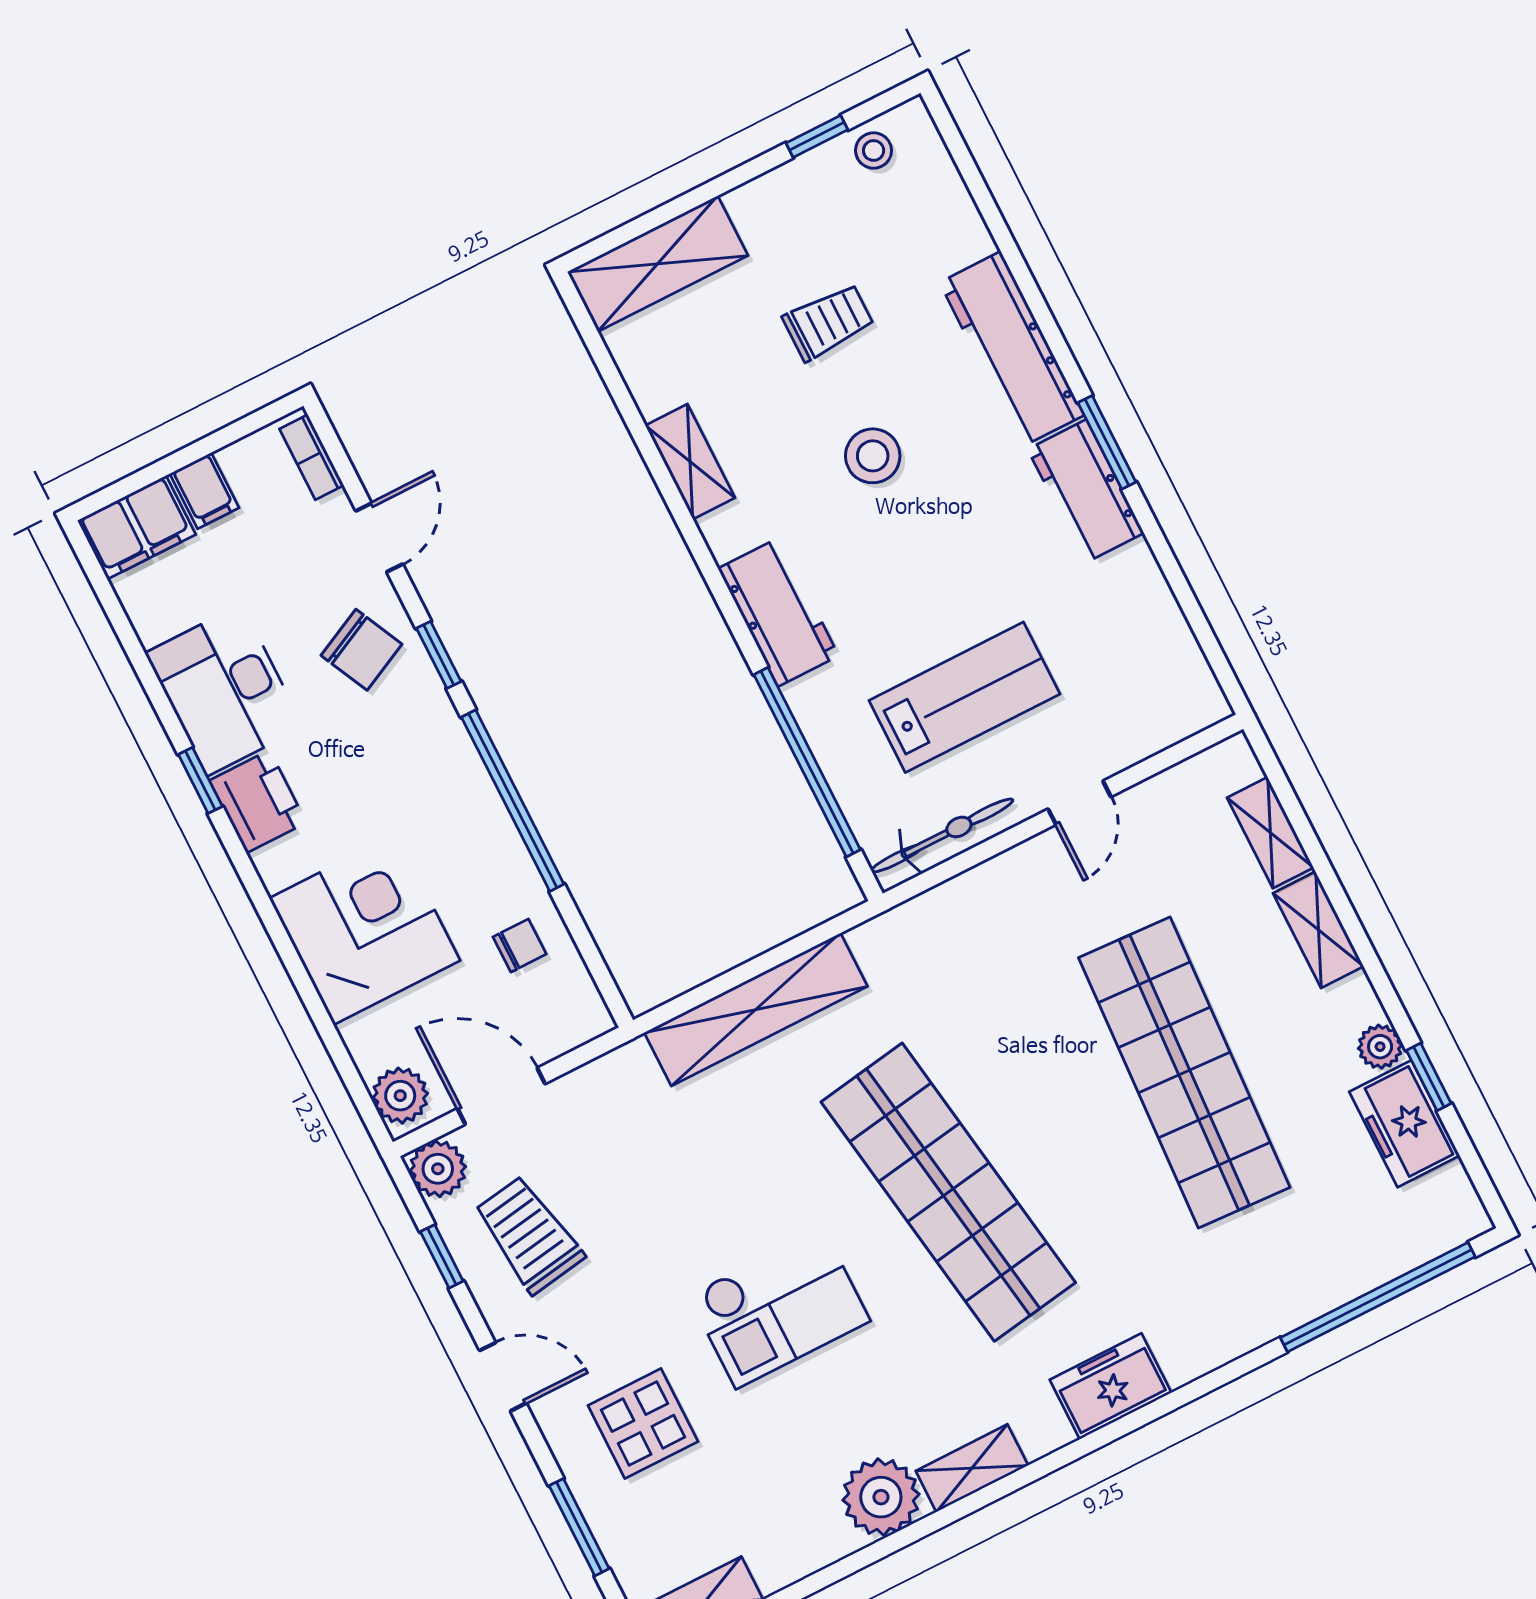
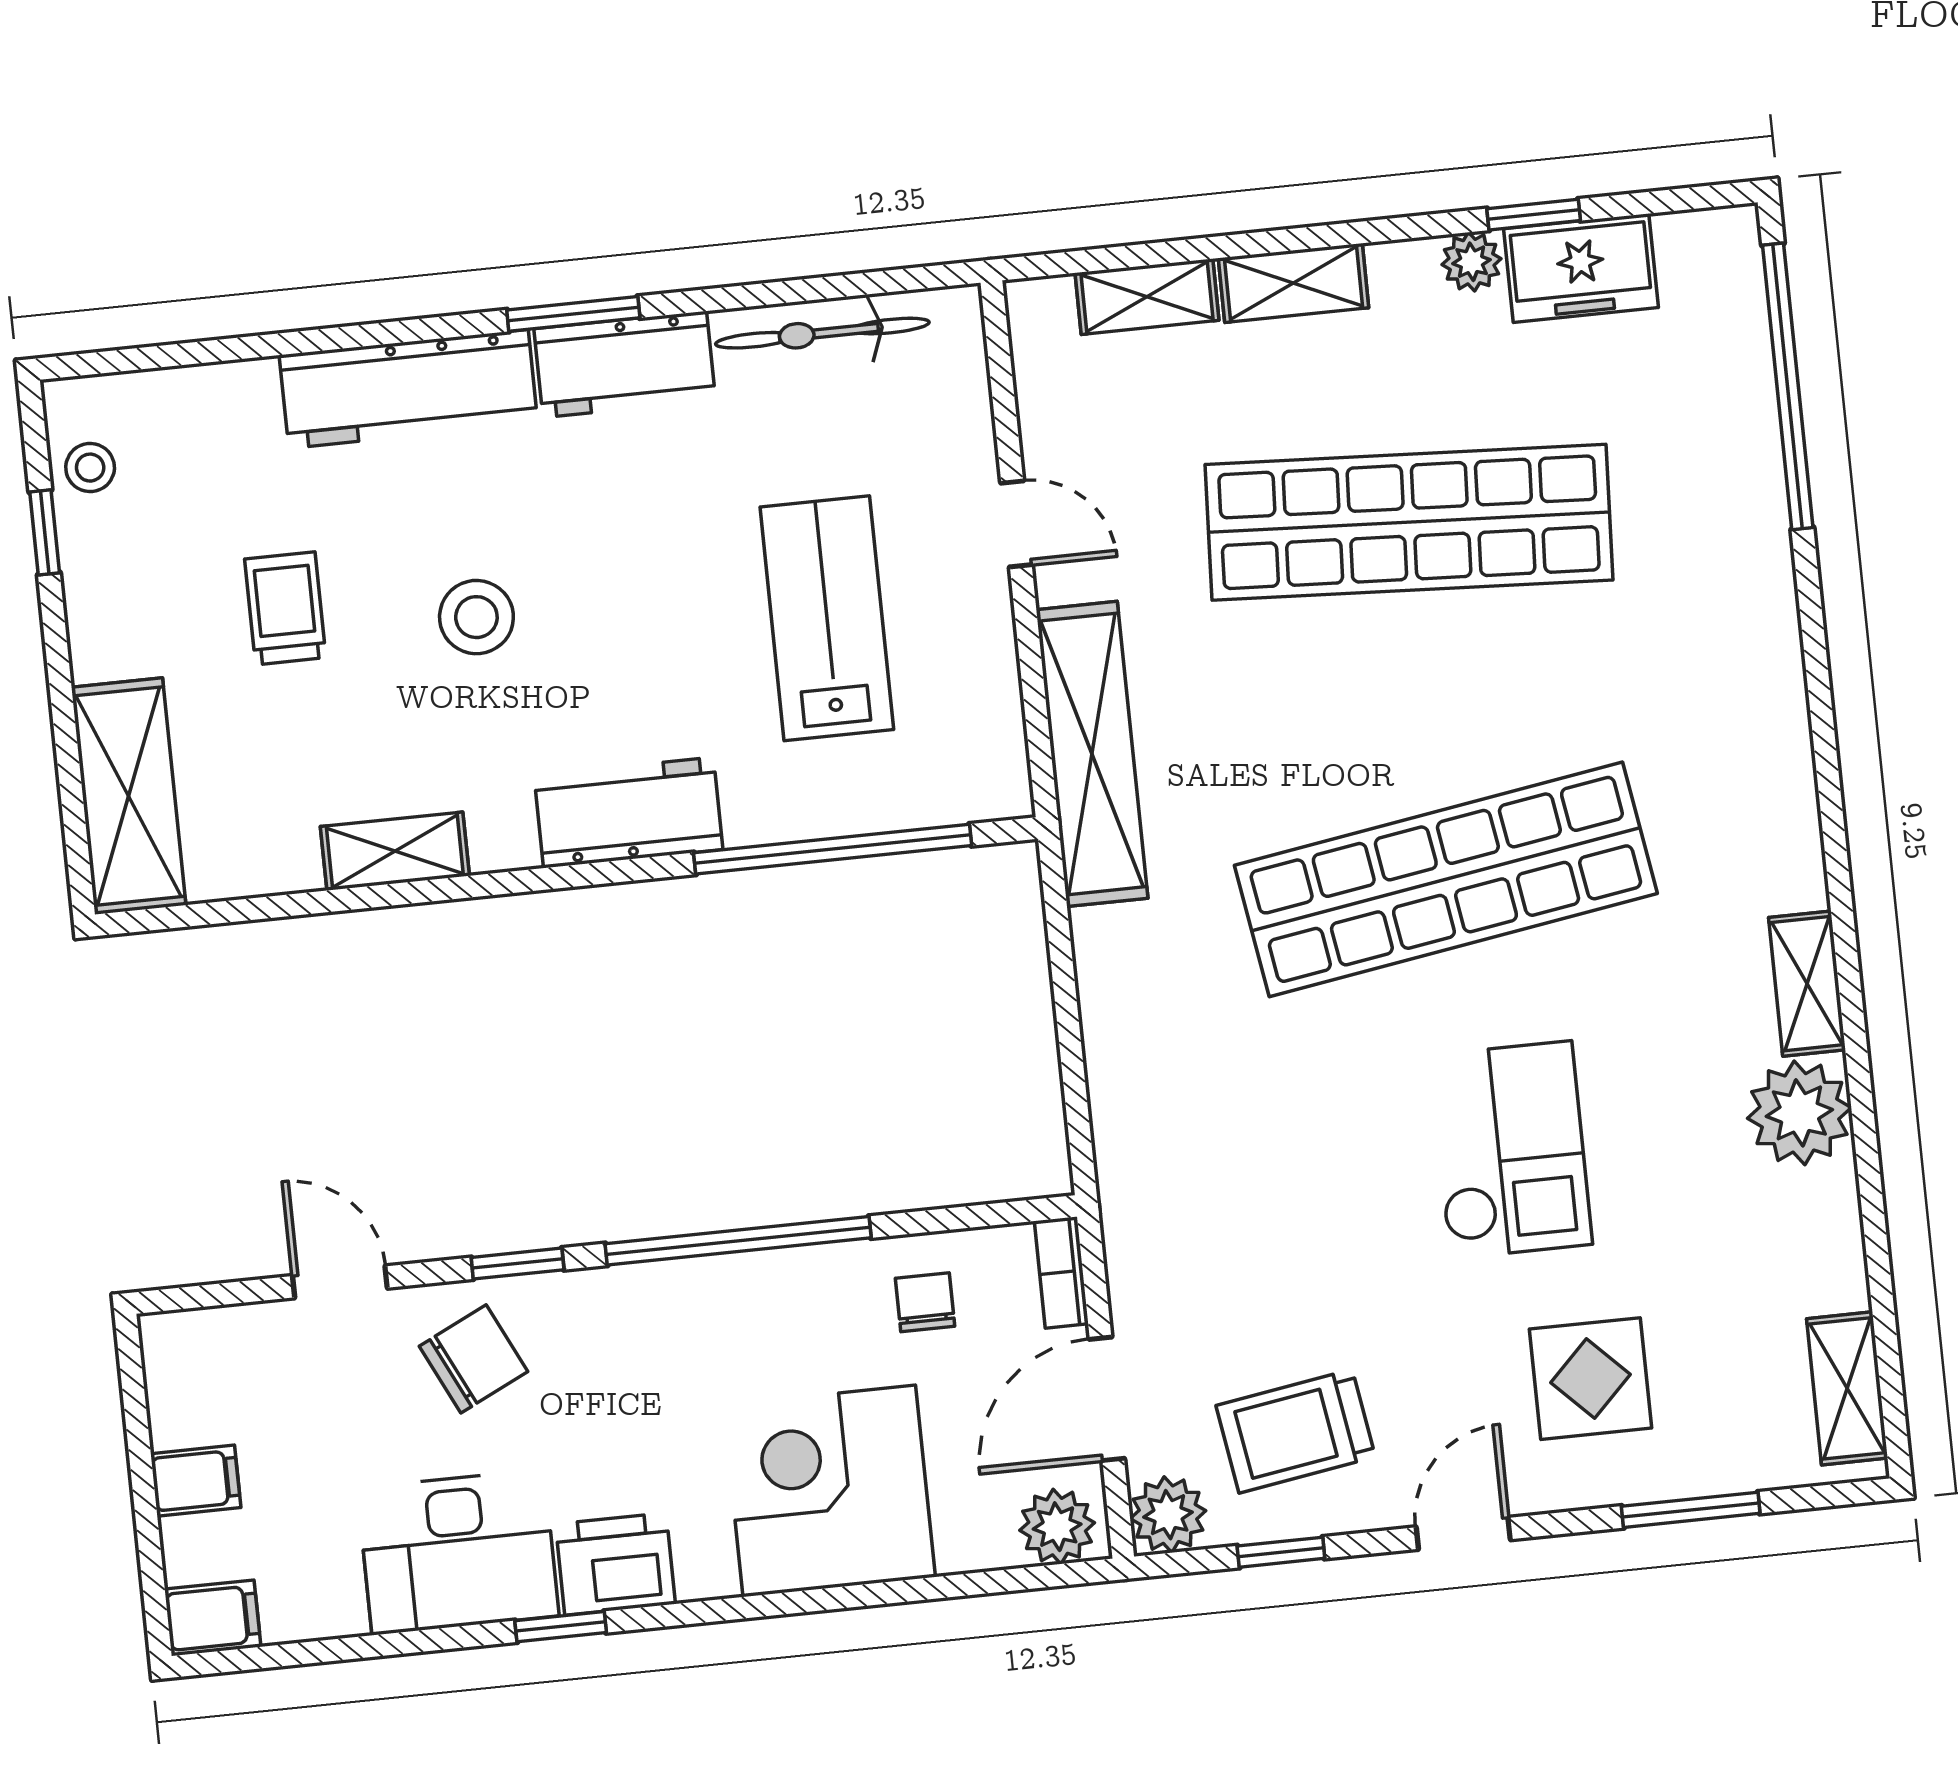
bookcase: (312, 457) -> (1061, 1272), moved, turned 90
filing cabinet: (137, 527) -> (213, 1618), width x0.50
bicycle: (942, 836) -> (822, 333), moved, turned -90
shelving: (756, 1010) -> (1092, 754), moved
freezer: (1111, 1386) -> (1771, 768), removed

